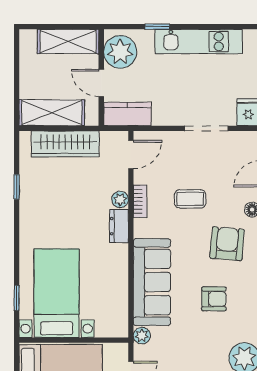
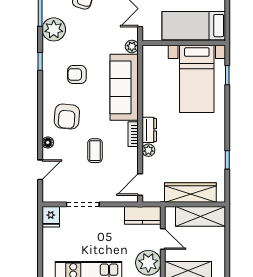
coffee table: (190, 199) -> (95, 151), turned 90
bookcase: (140, 201) -> (133, 134), moved

